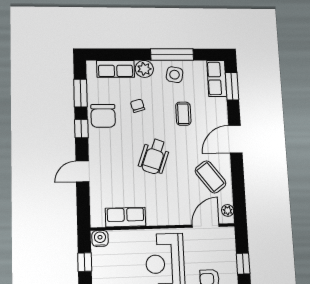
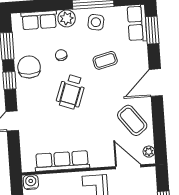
coffee table: (183, 114) -> (105, 60), turned 76
chair: (103, 116) -> (29, 67), turned 180
wheelchair: (154, 156) -> (71, 92), moved
row of seats: (126, 217) -> (62, 161), width x1.48
door: (206, 226) -> (128, 167), hinge flipped

